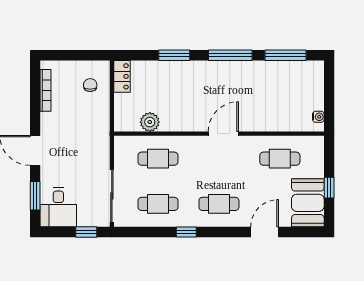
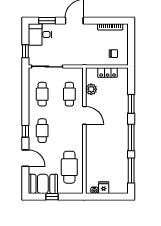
locker: (122, 76) -> (108, 73), moved
fridge: (314, 101) -> (104, 188), added
door: (223, 134) -> (84, 115), moved
cafe table: (280, 159) -> (69, 167), width x1.37, depth x1.35
window: (186, 232) -> (25, 131), moved

